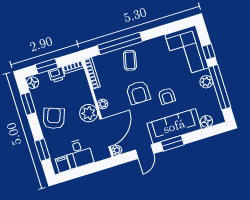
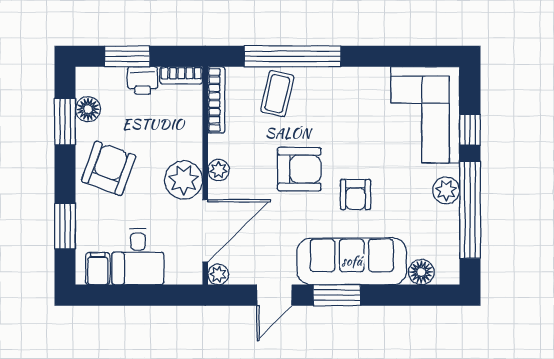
coffee table: (130, 60) -> (277, 94), moved
floor lamp: (33, 83) -> (88, 109), moved
armchair: (138, 93) -> (299, 169), turned -90

